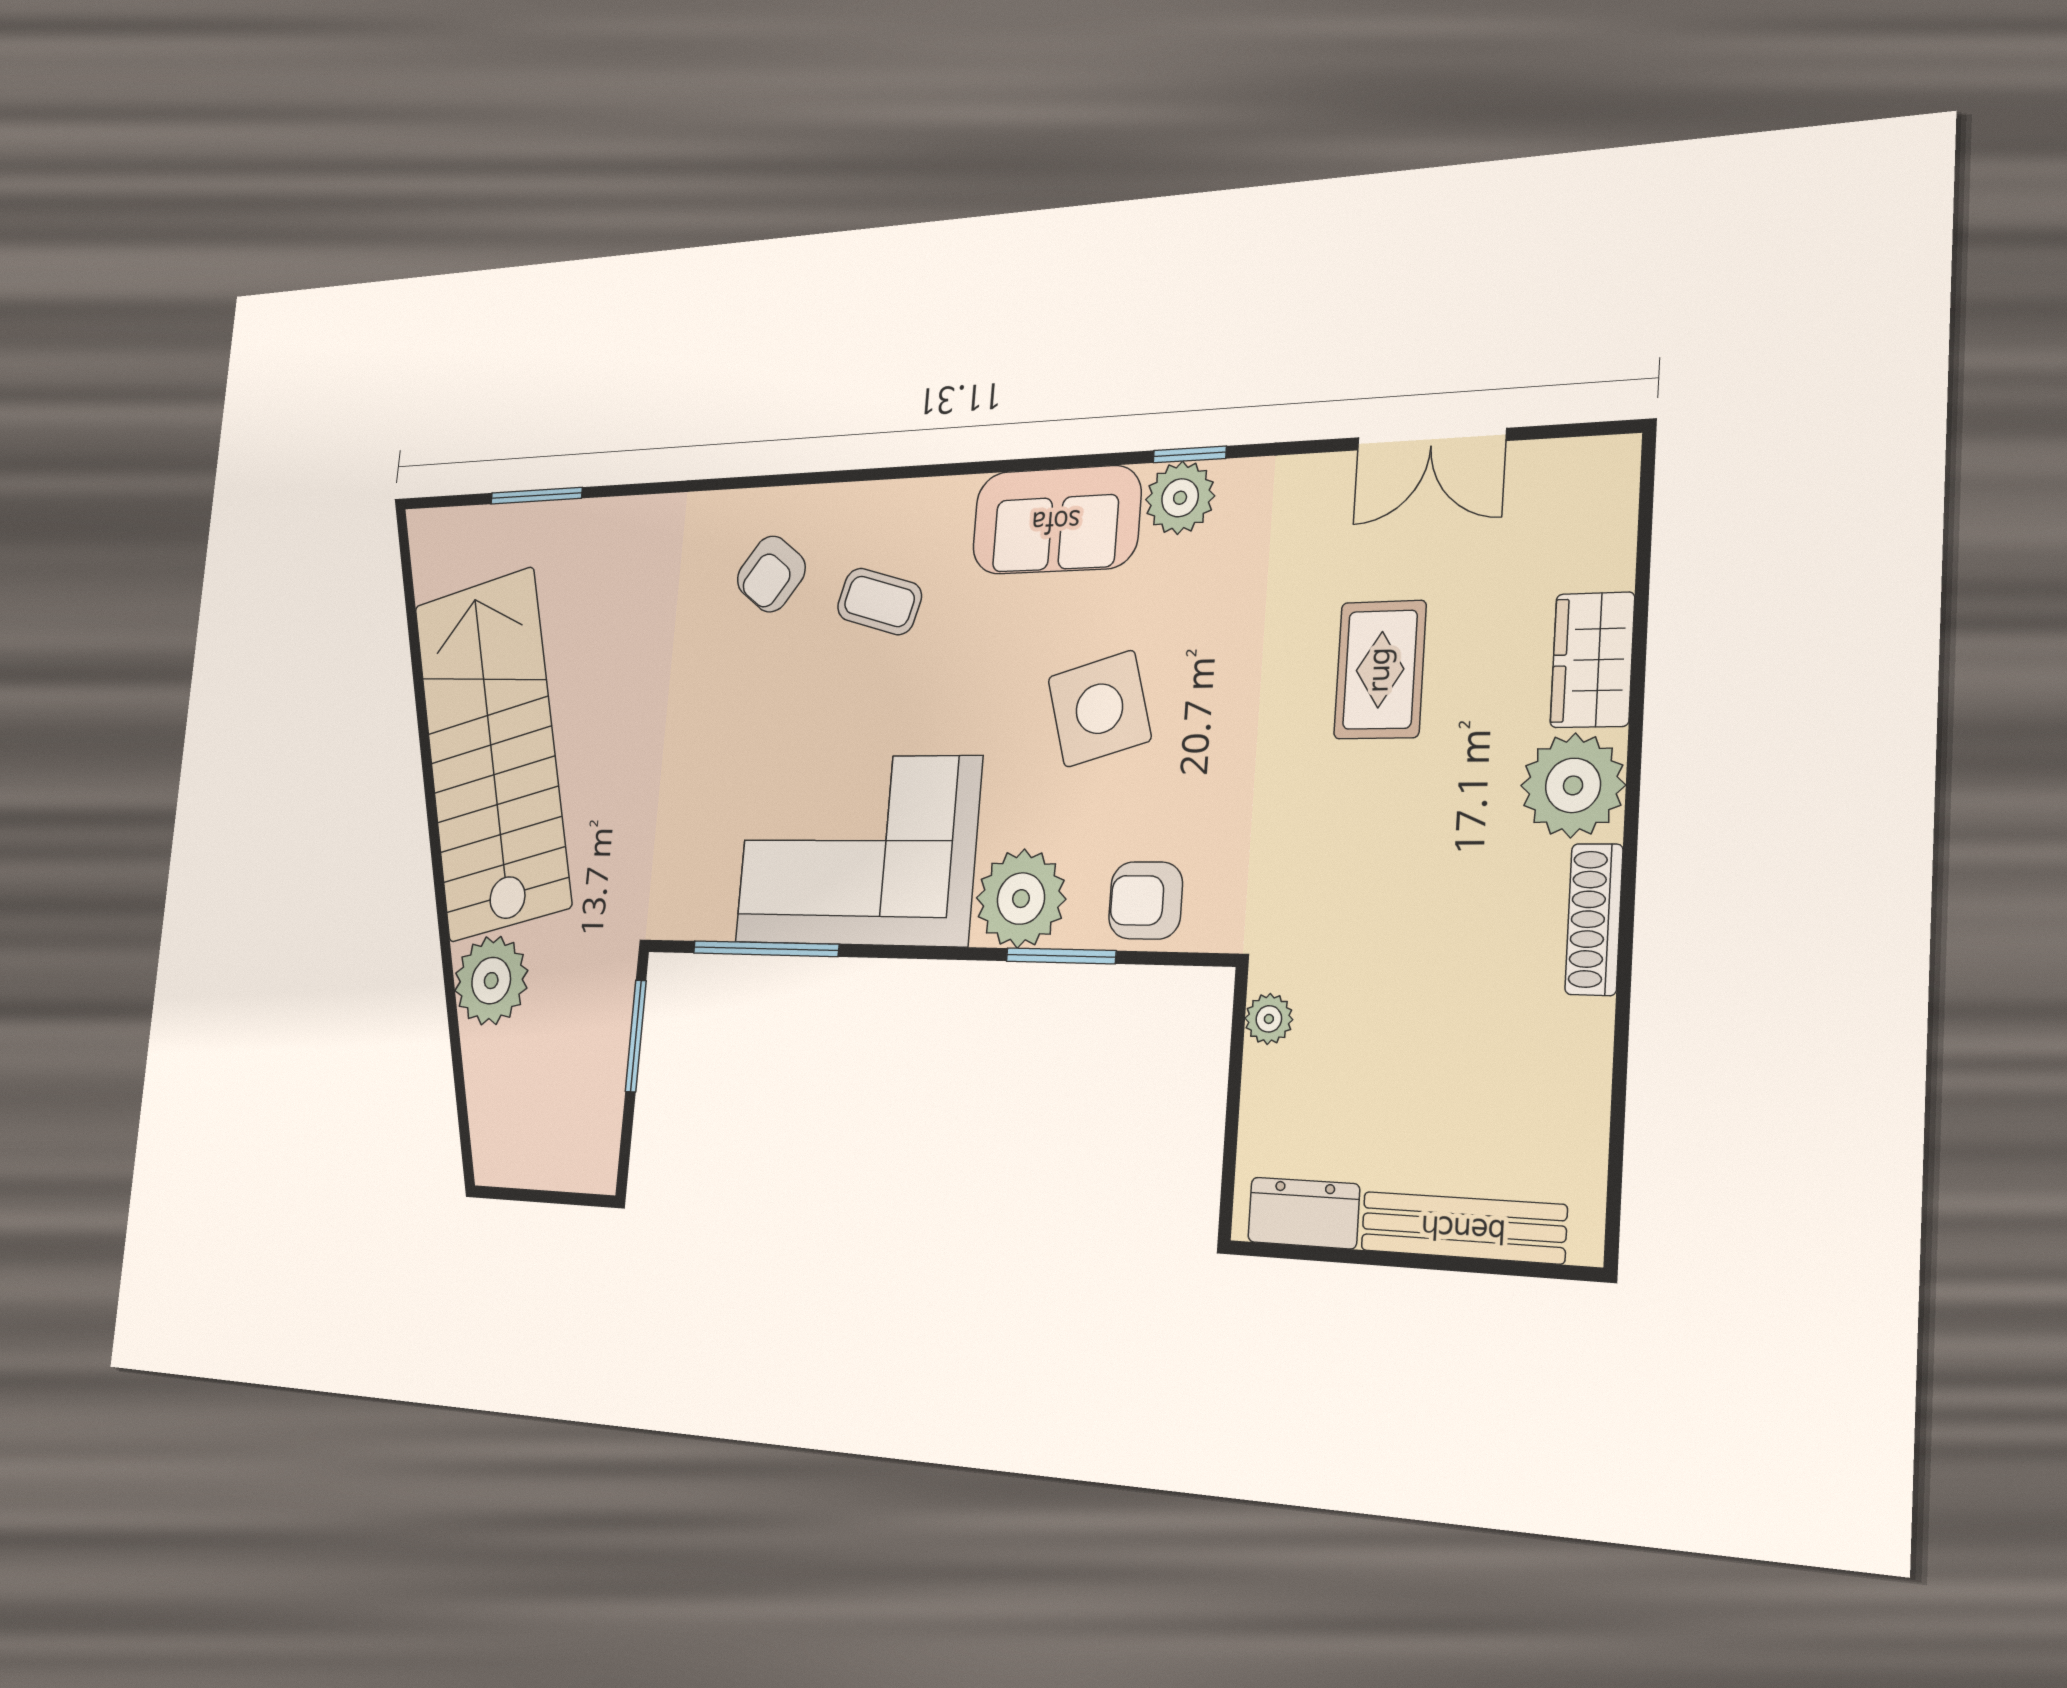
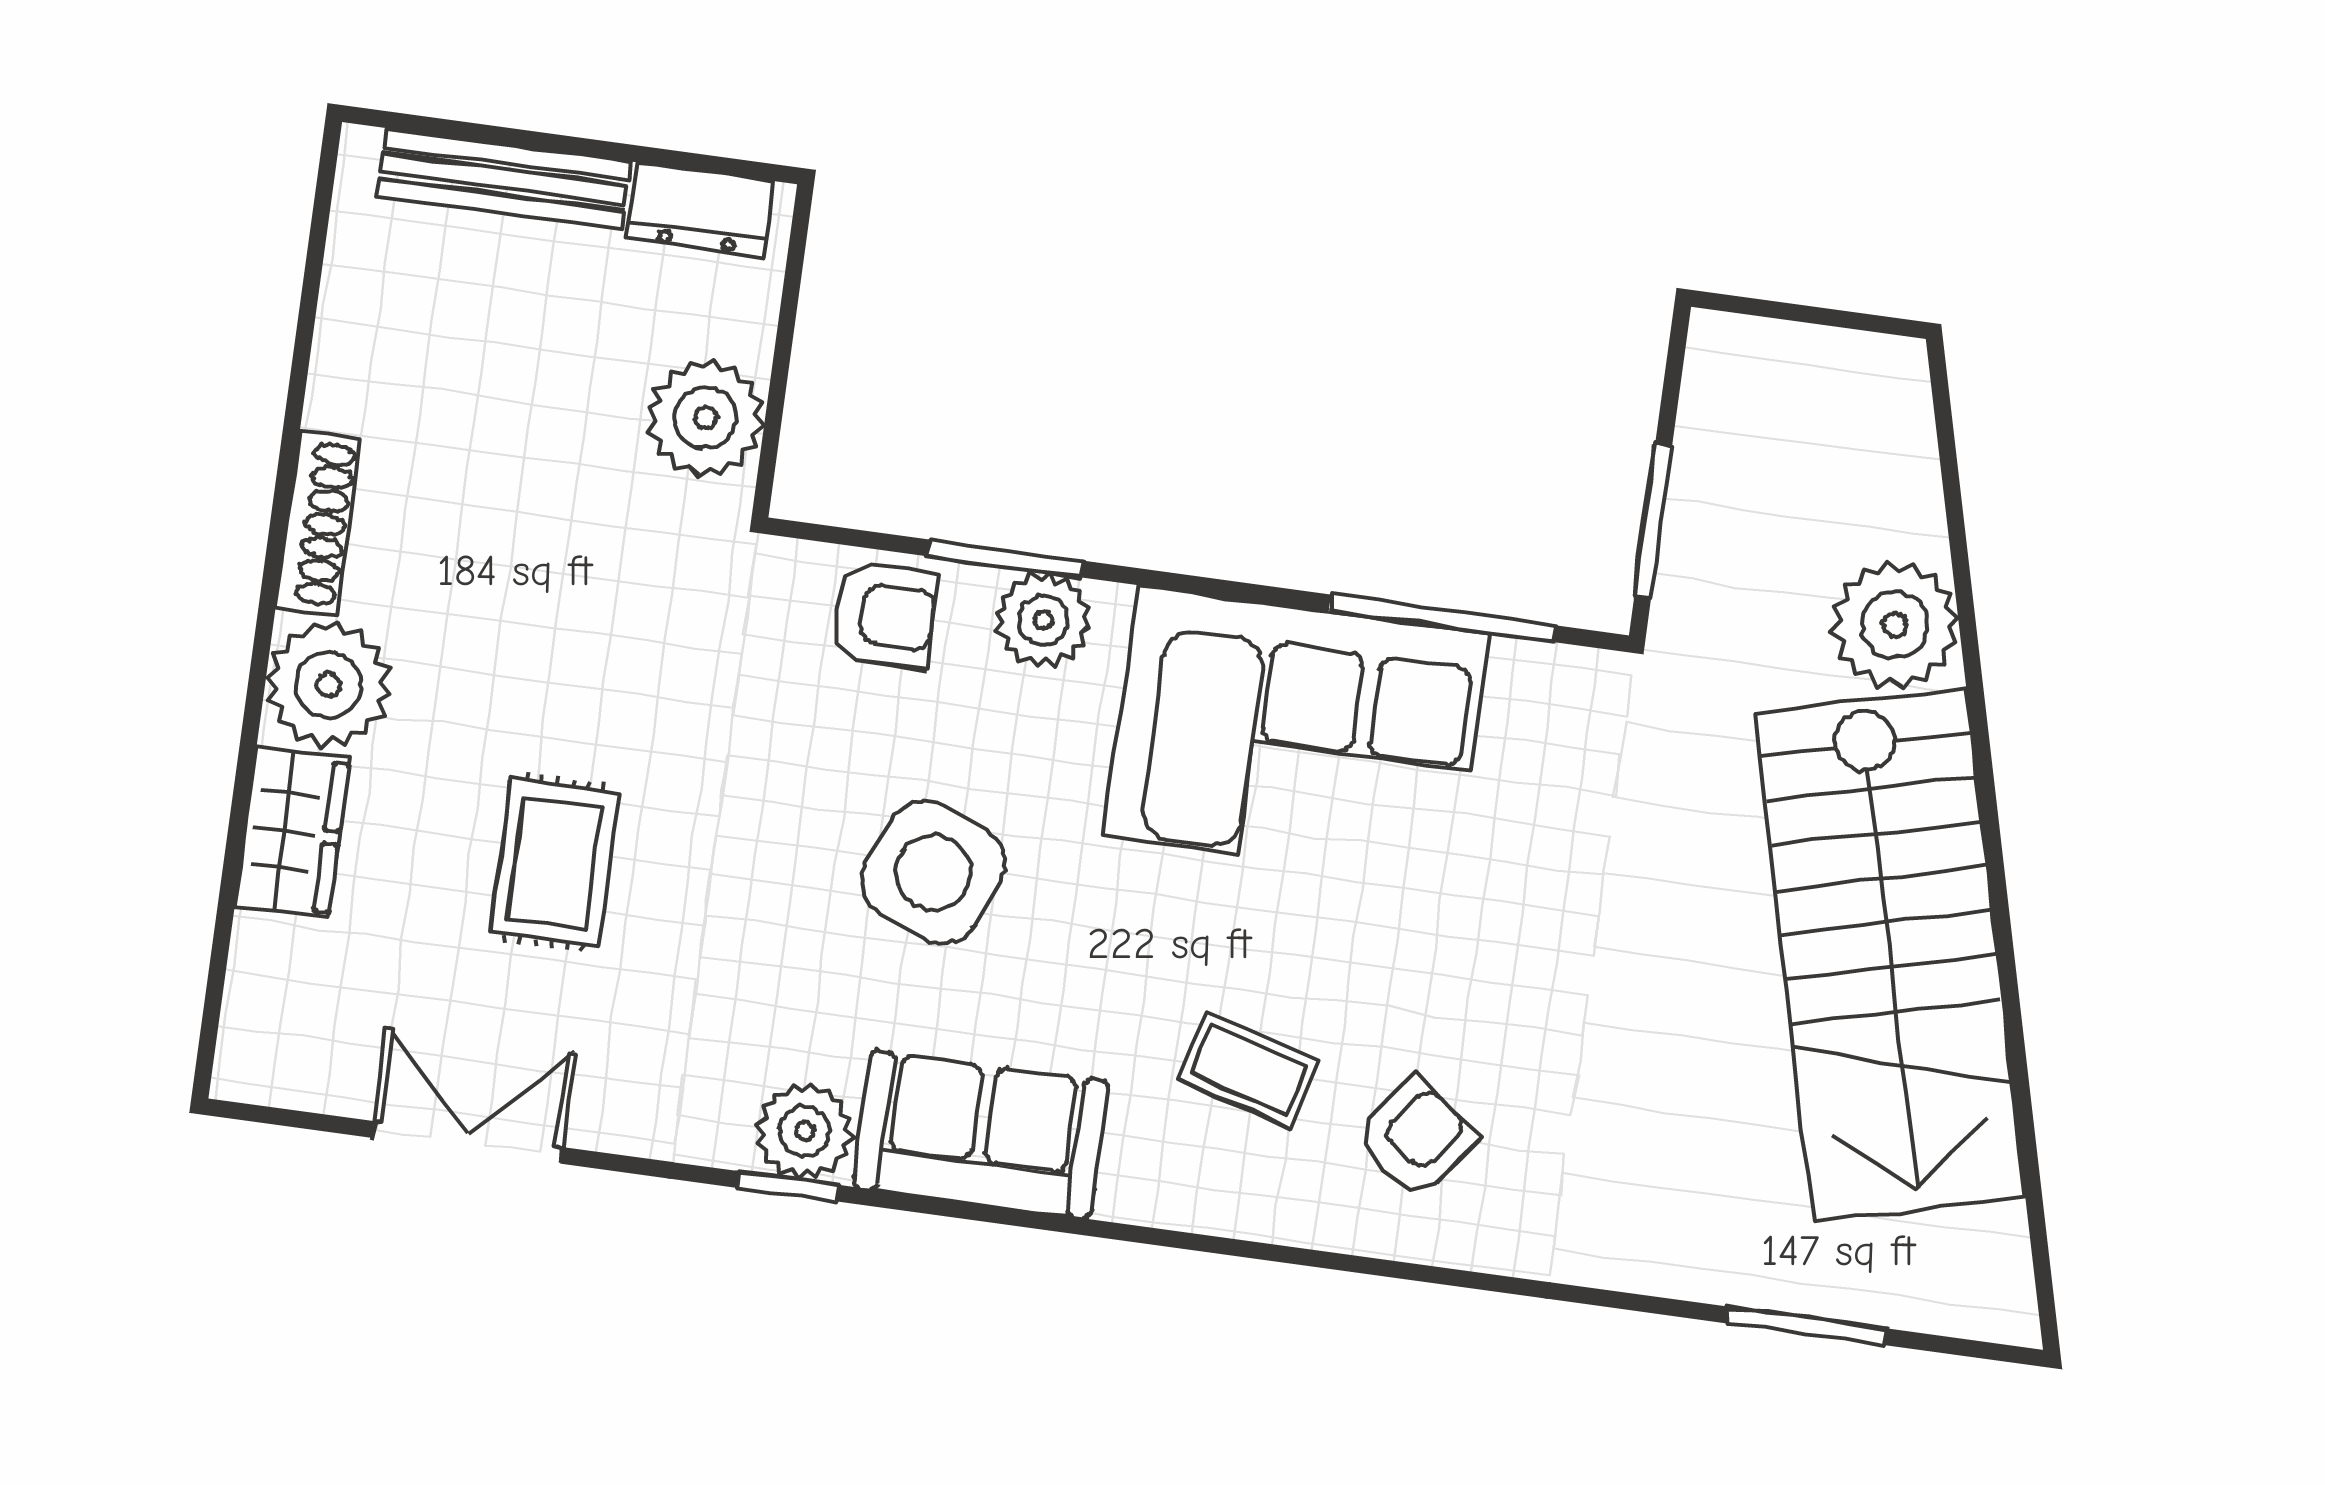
side table: (1099, 709) -> (933, 872), turned 38
plant: (1021, 899) -> (1043, 620), width x0.73, depth x0.73
plant: (1269, 1019) -> (706, 418), width x1.88, depth x1.88

